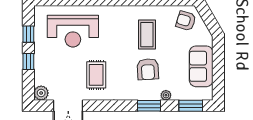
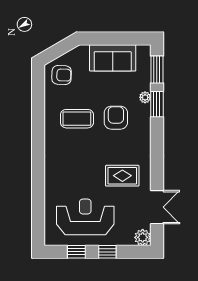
armchair: (186, 21) -> (62, 75), turned -105
reception desk: (73, 31) -> (85, 217), moved, turned -90
armchair: (148, 69) -> (116, 118), turned -87
window: (149, 106) -> (157, 104), moved

